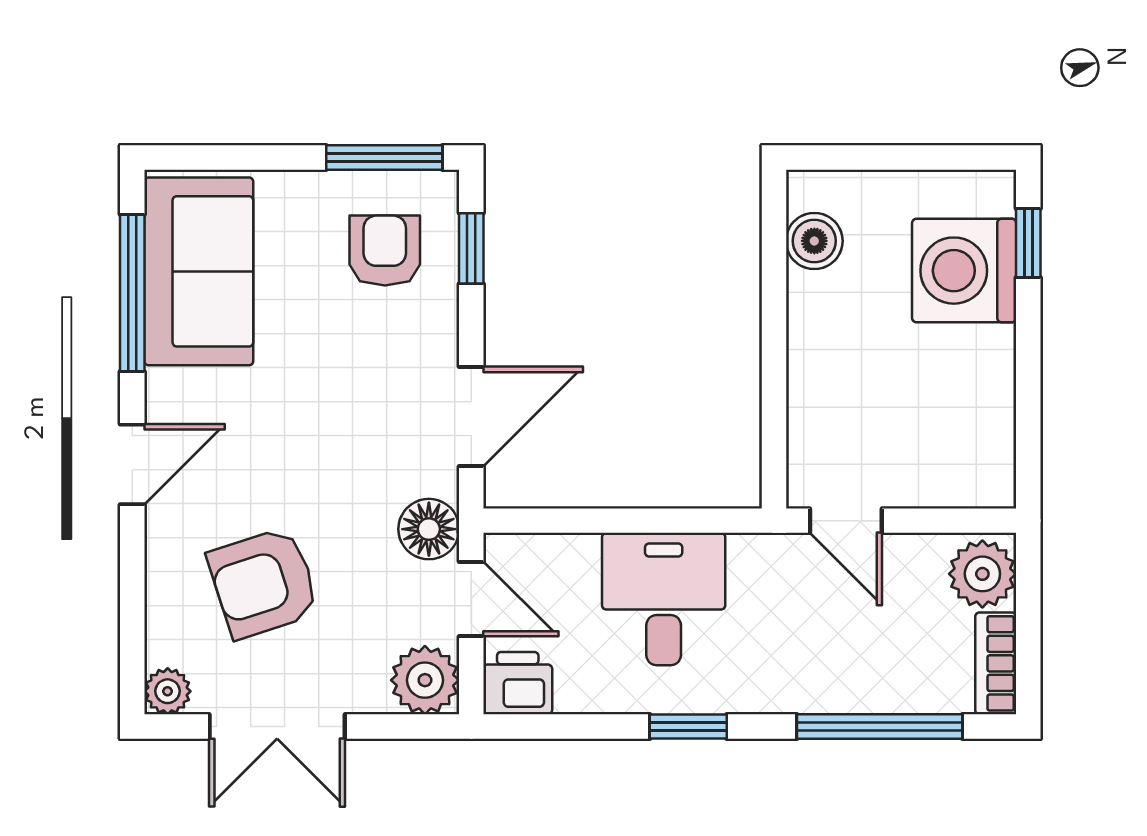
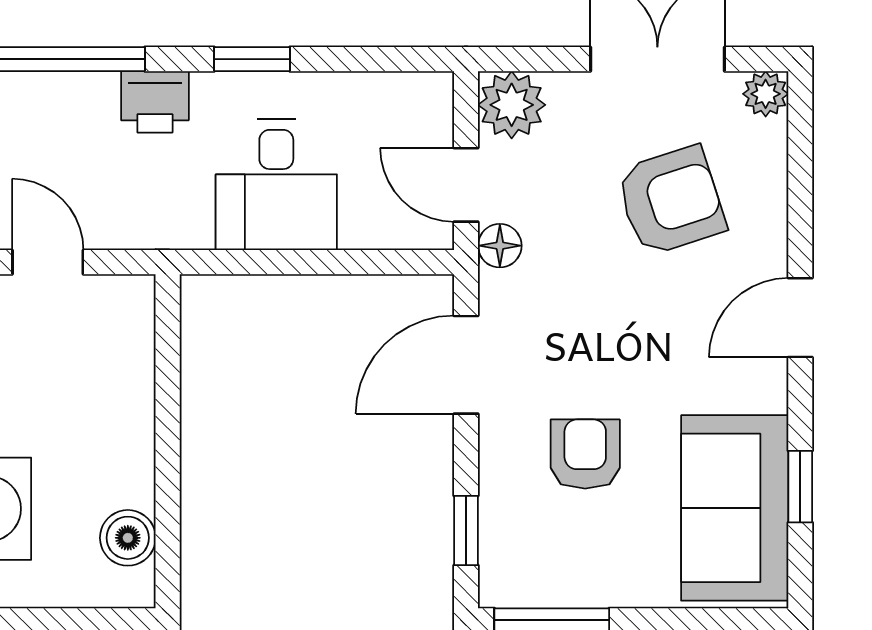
armchair: (385, 251) -> (585, 454), moved, turned 180
window: (132, 293) -> (800, 487), width x0.46
door: (846, 521) -> (48, 262), moved
floor lamp: (429, 529) -> (500, 246), width x0.73, depth x0.73
printer: (518, 683) -> (155, 102), moved

